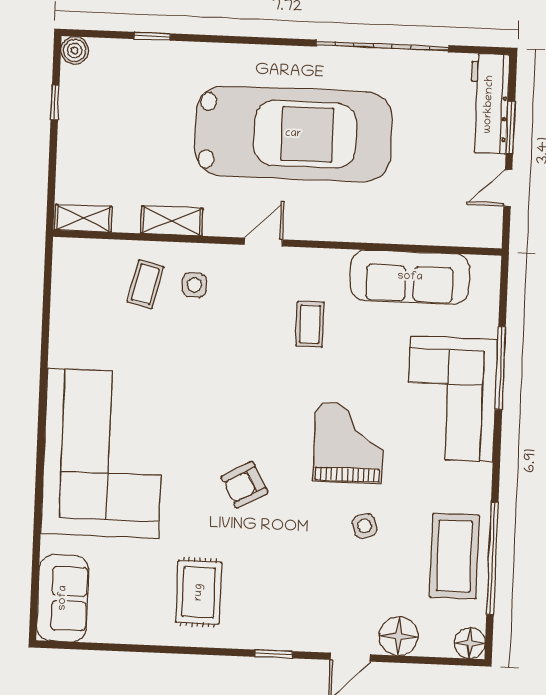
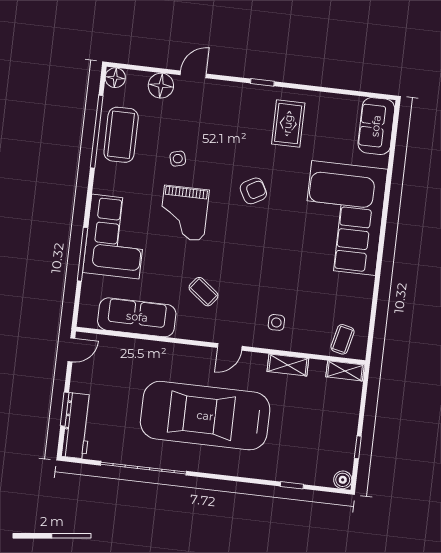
door: (508, 188) -> (71, 350), moved
coffee table: (145, 284) -> (343, 339), moved
coffee table: (310, 324) -> (204, 292), turned -52
window: (274, 654) -> (262, 82), moved

